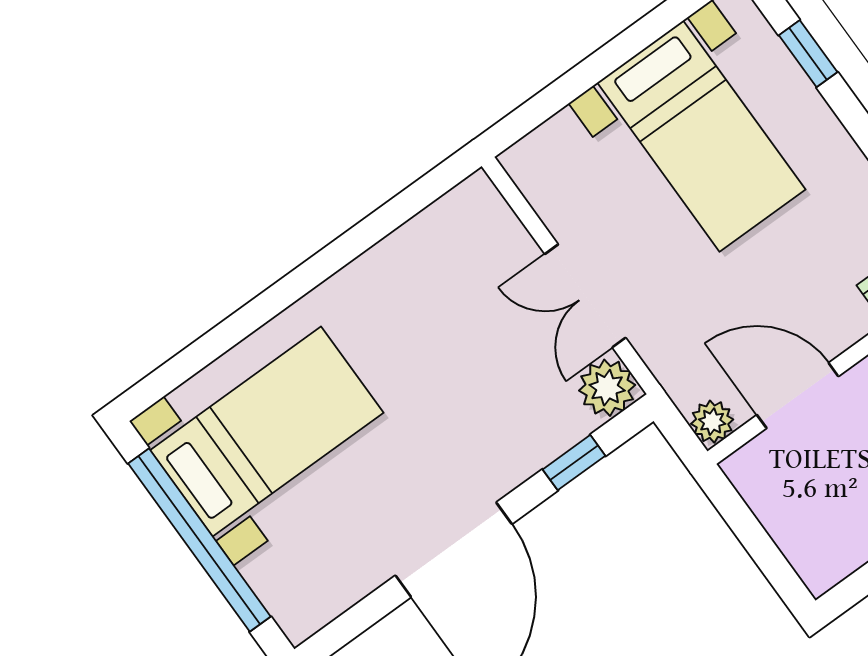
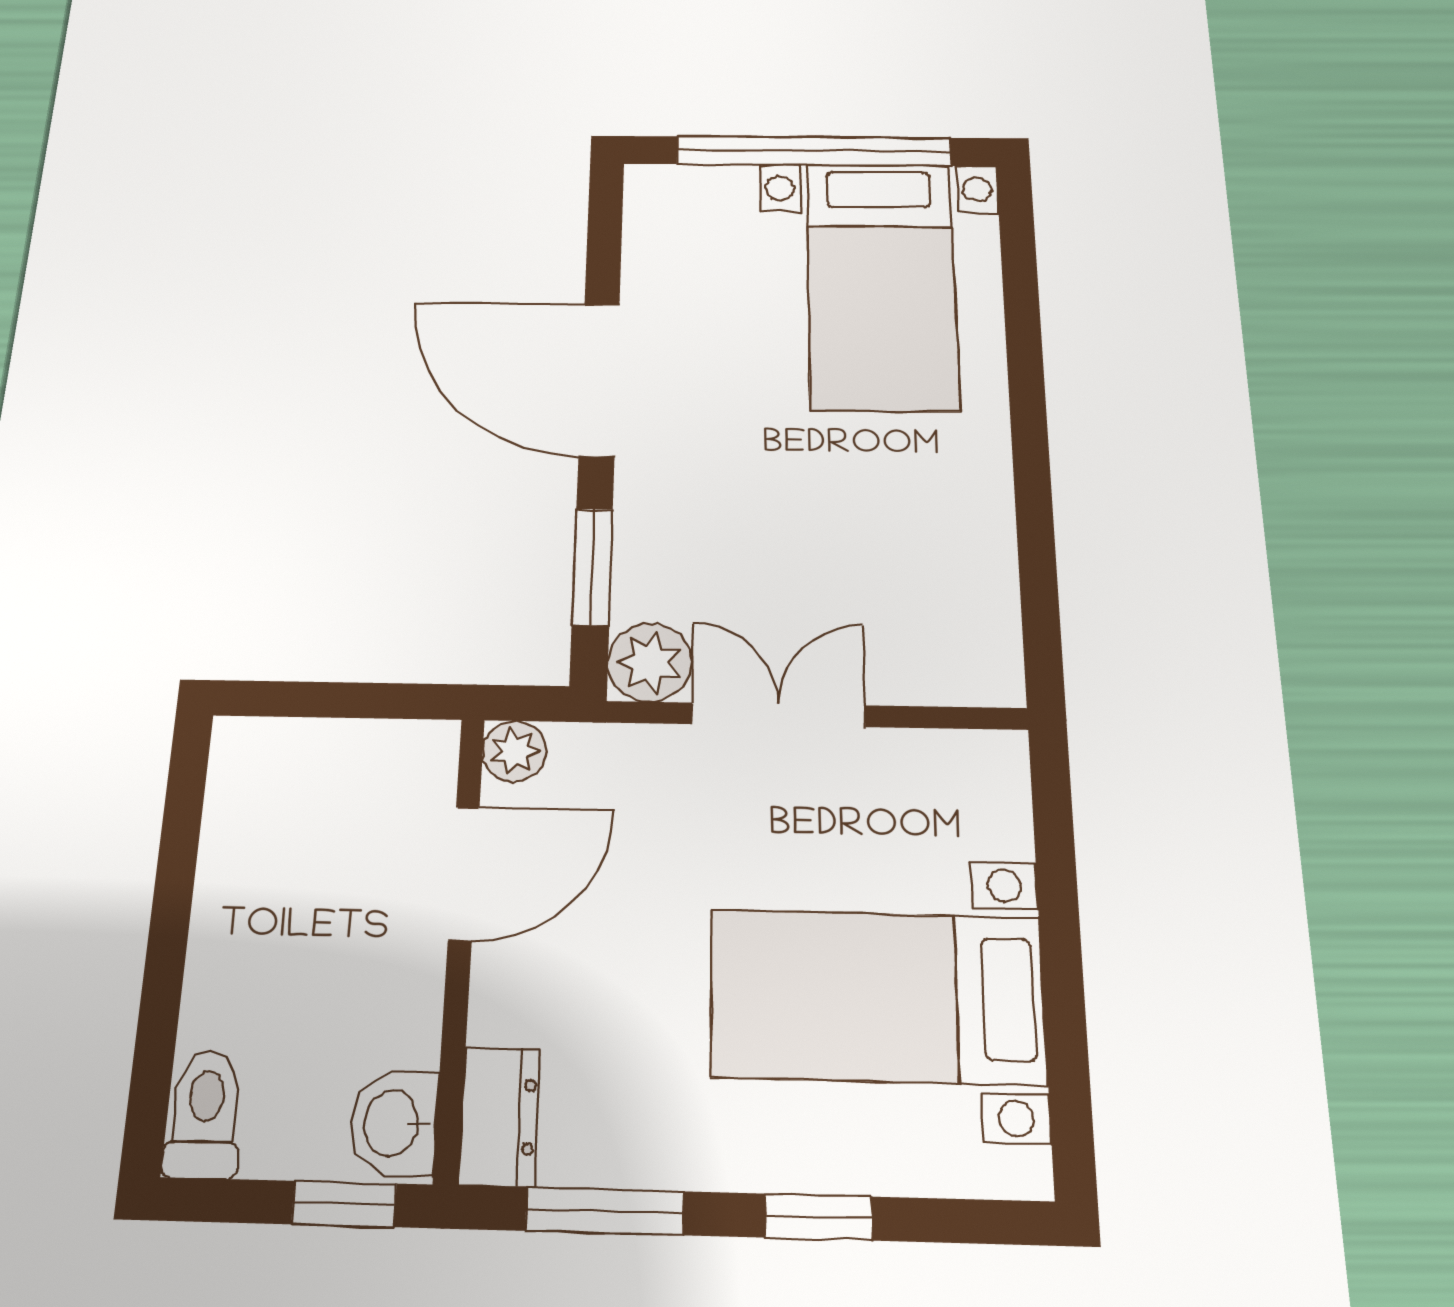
window: (808, 54) -> (818, 1217), moved
window: (574, 463) -> (592, 567), width x1.50

